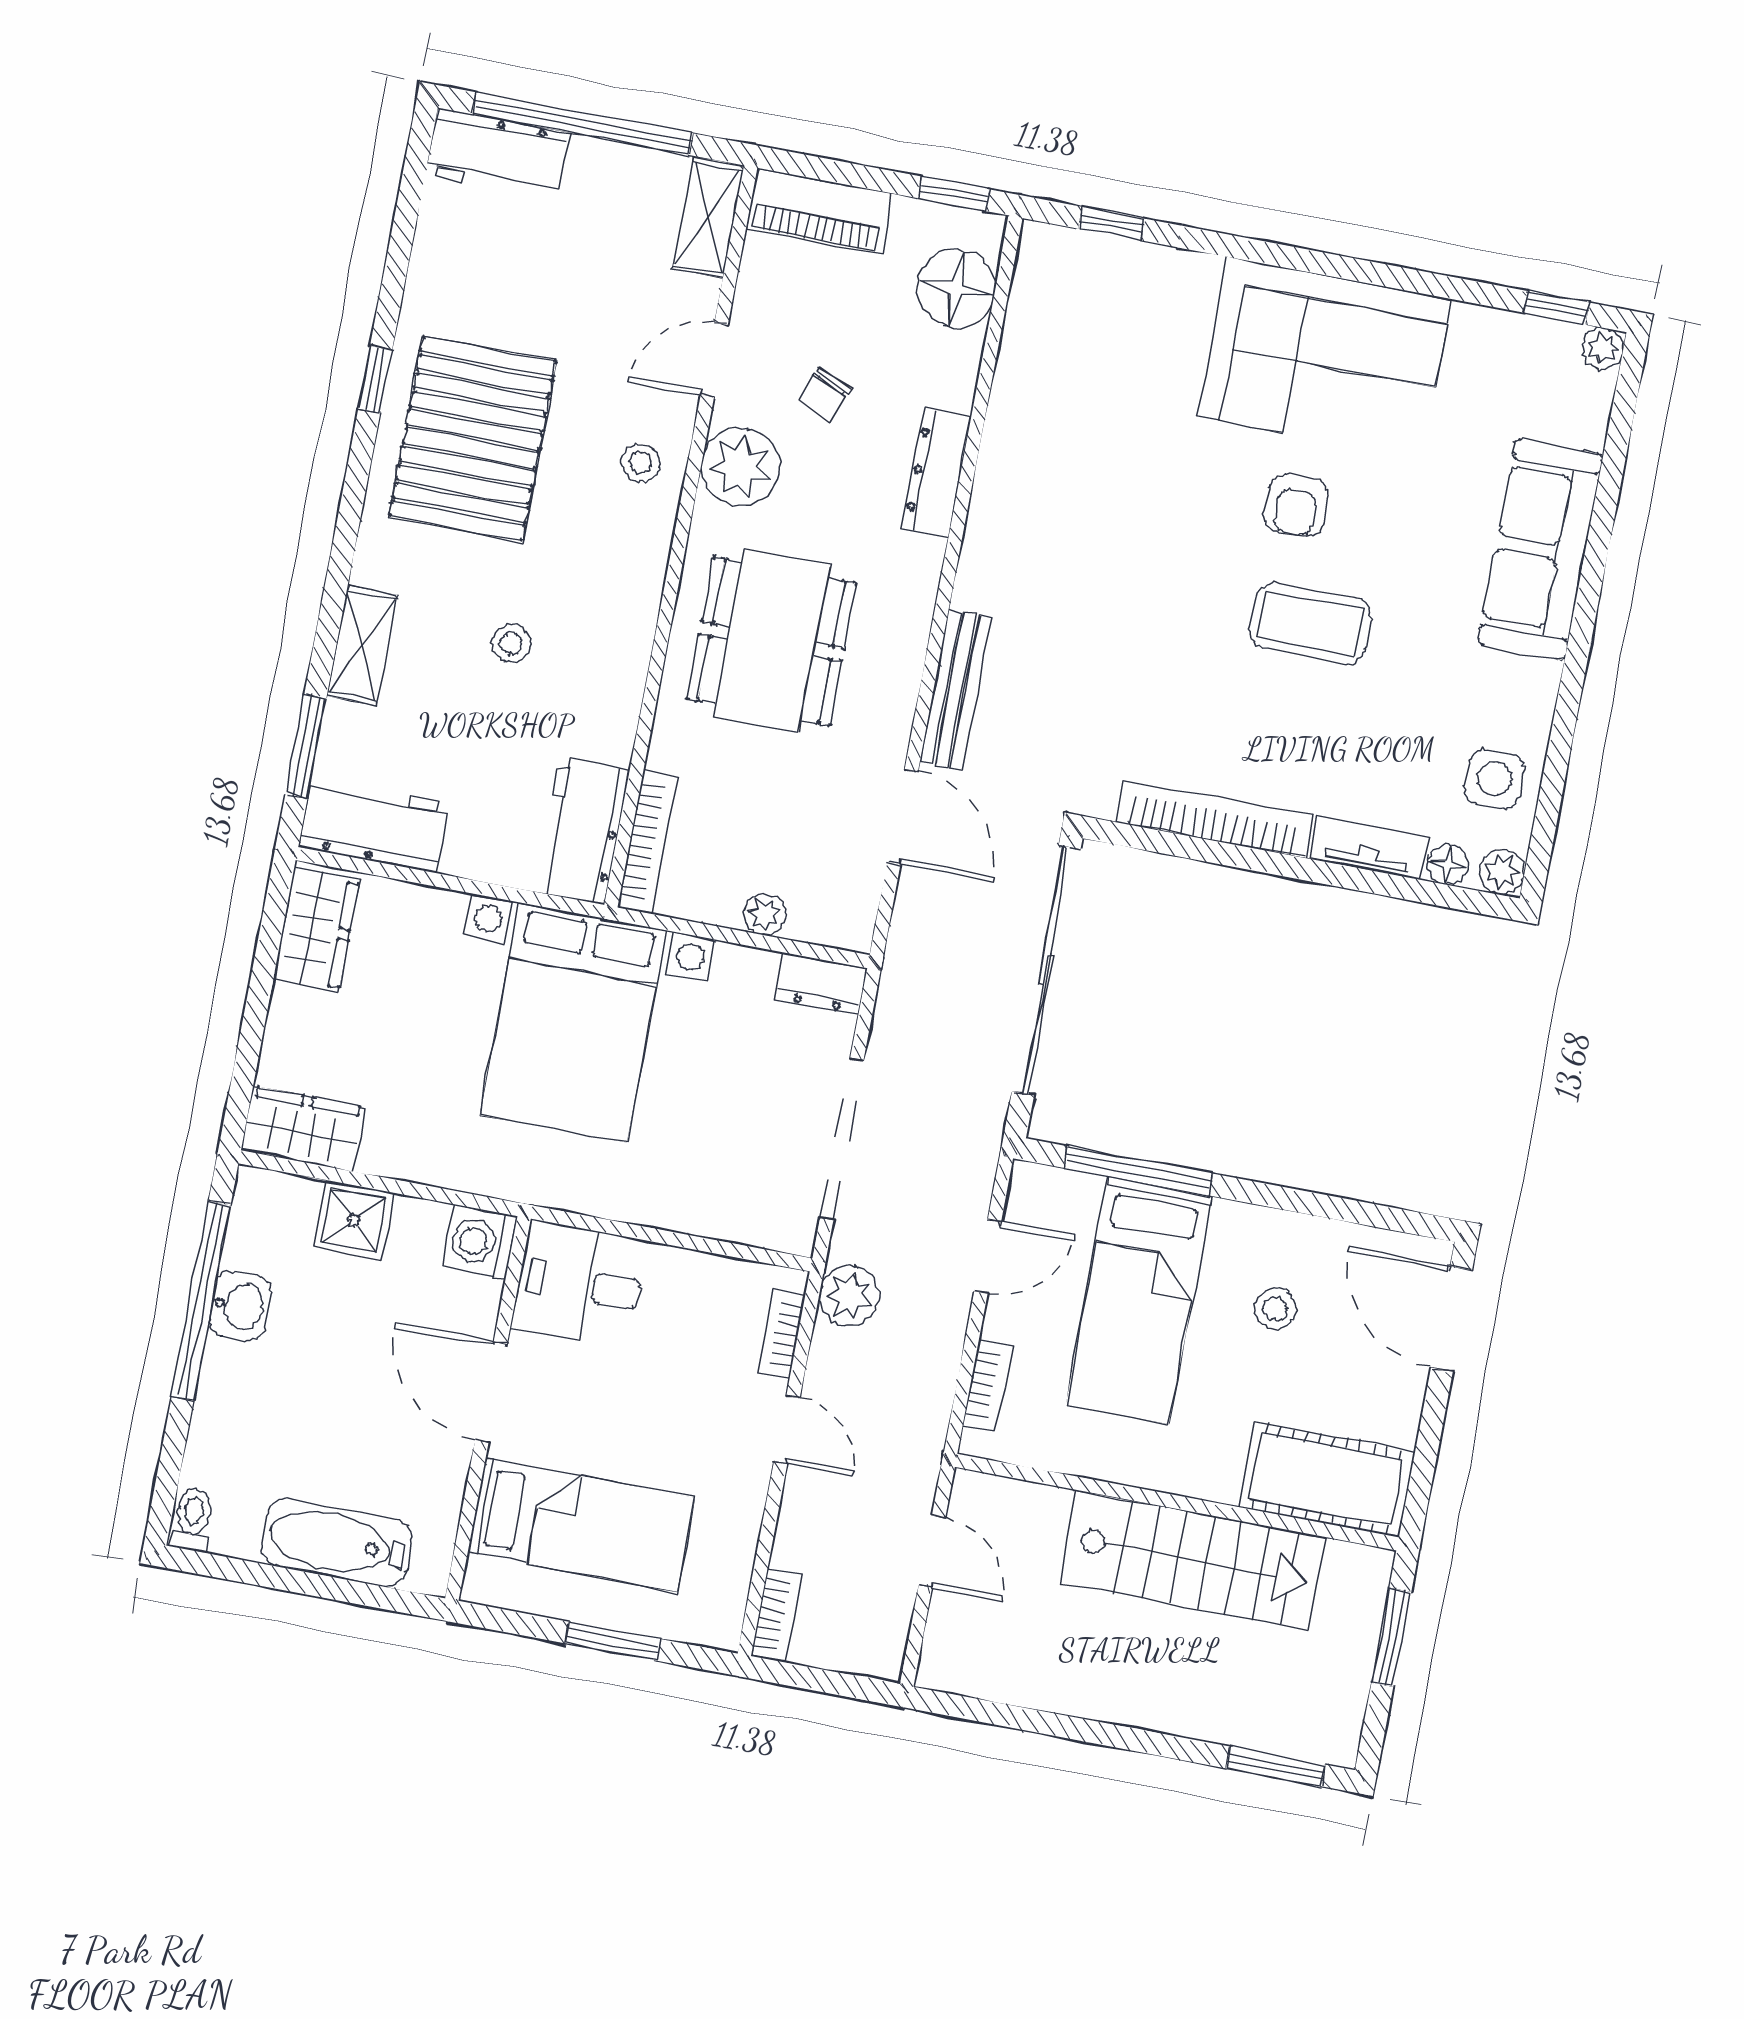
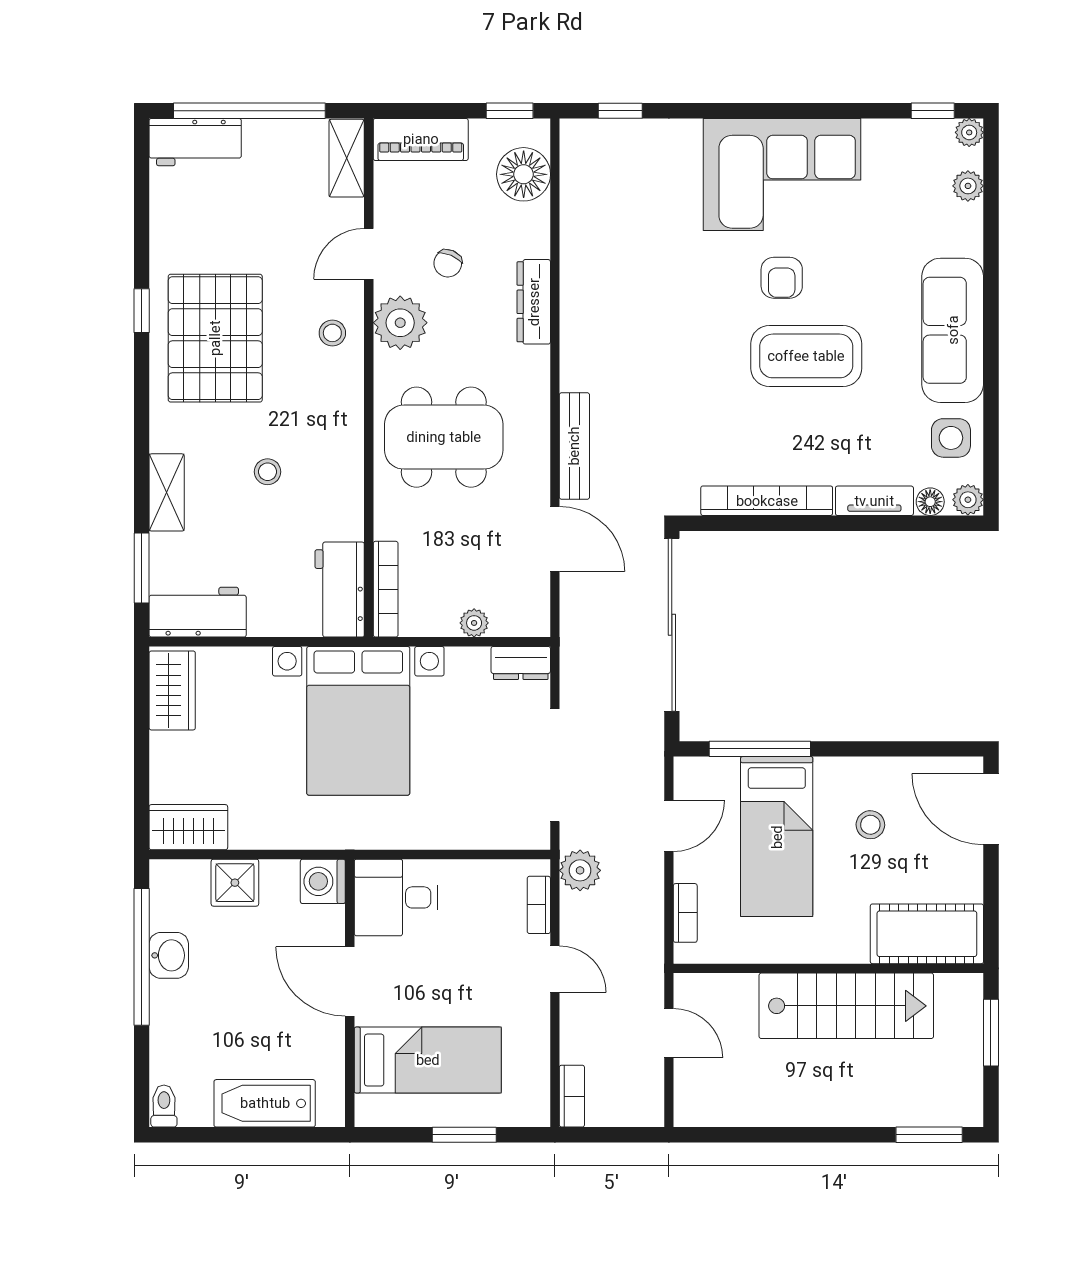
plant: (1587, 424) -> (968, 186), added
sofa: (1540, 550) -> (953, 330), moved
coffee table: (1310, 623) -> (806, 356), width x1.36, depth x1.32
dining table: (772, 641) -> (444, 437), turned 90

